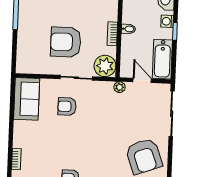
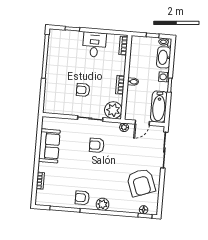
armchair: (66, 42) -> (83, 90), width x0.53, depth x0.53
door: (142, 80) -> (142, 123), swing flipped
sofa: (27, 99) -> (49, 146), moved
armchair: (67, 106) -> (97, 145), moved

